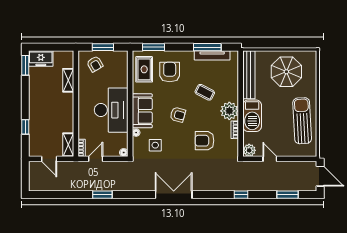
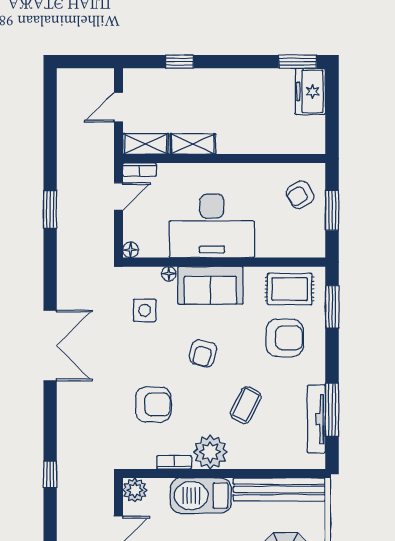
shelving: (68, 80) -> (193, 144), moved
armchair: (205, 141) -> (153, 405), turned 90
door: (96, 159) -> (118, 196), hinge flipped

